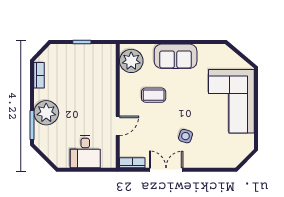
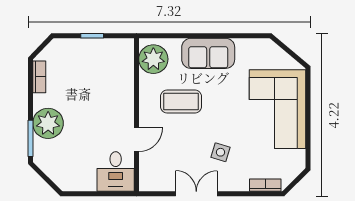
coffee table: (154, 95) -> (181, 101), width x1.36, depth x1.30
desk: (85, 152) -> (116, 172), moved
bookcase: (132, 163) -> (265, 185), moved

